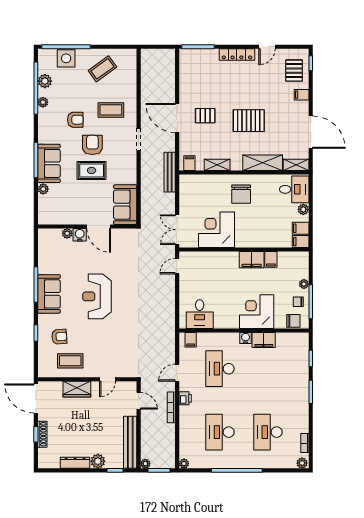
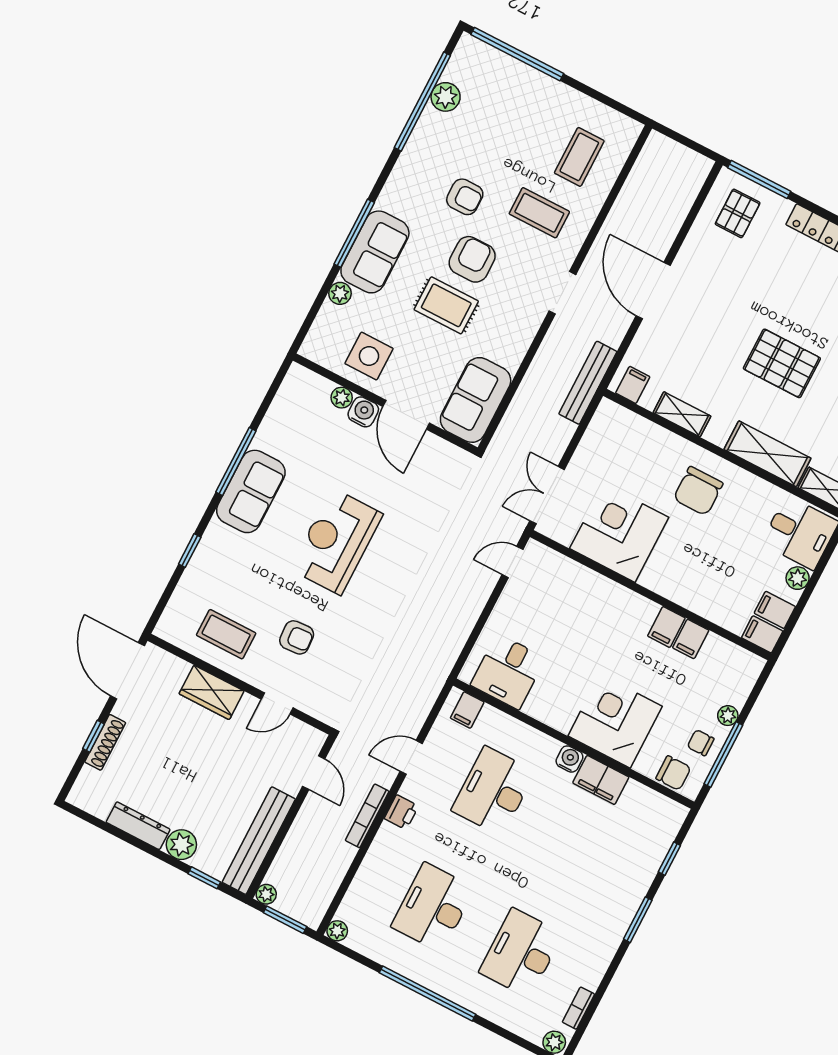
side table: (66, 58) -> (369, 356), moved
coffee table: (102, 69) -> (579, 157), moved, turned -54
plant: (43, 102) -> (422, 134), removed
pallet: (205, 116) -> (738, 213), moved, turned 90
filing cabinet: (252, 260) -> (666, 627), width x0.50
armchair: (59, 337) -> (297, 637), moved

